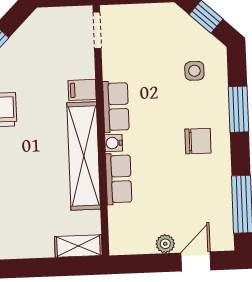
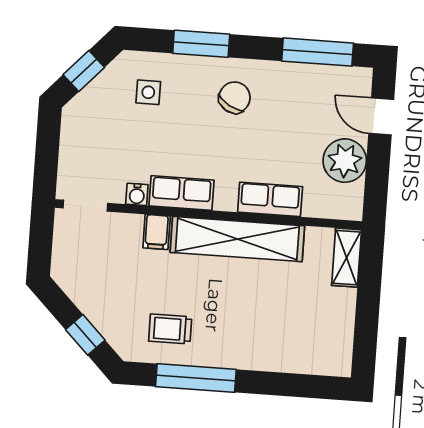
chair: (198, 141) -> (235, 98), turned 30
water cooler: (114, 143) -> (137, 194), moved
plant: (165, 244) -> (345, 161), width x1.88, depth x1.88

